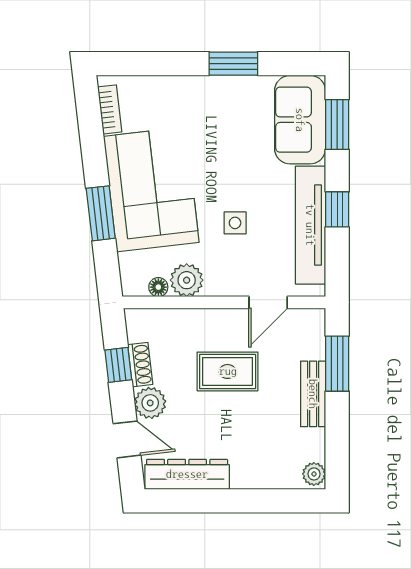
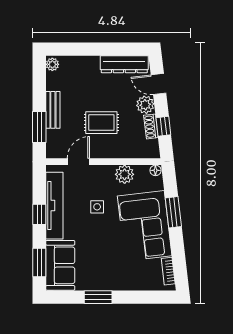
floor lamp: (158, 287) -> (155, 170), moved

